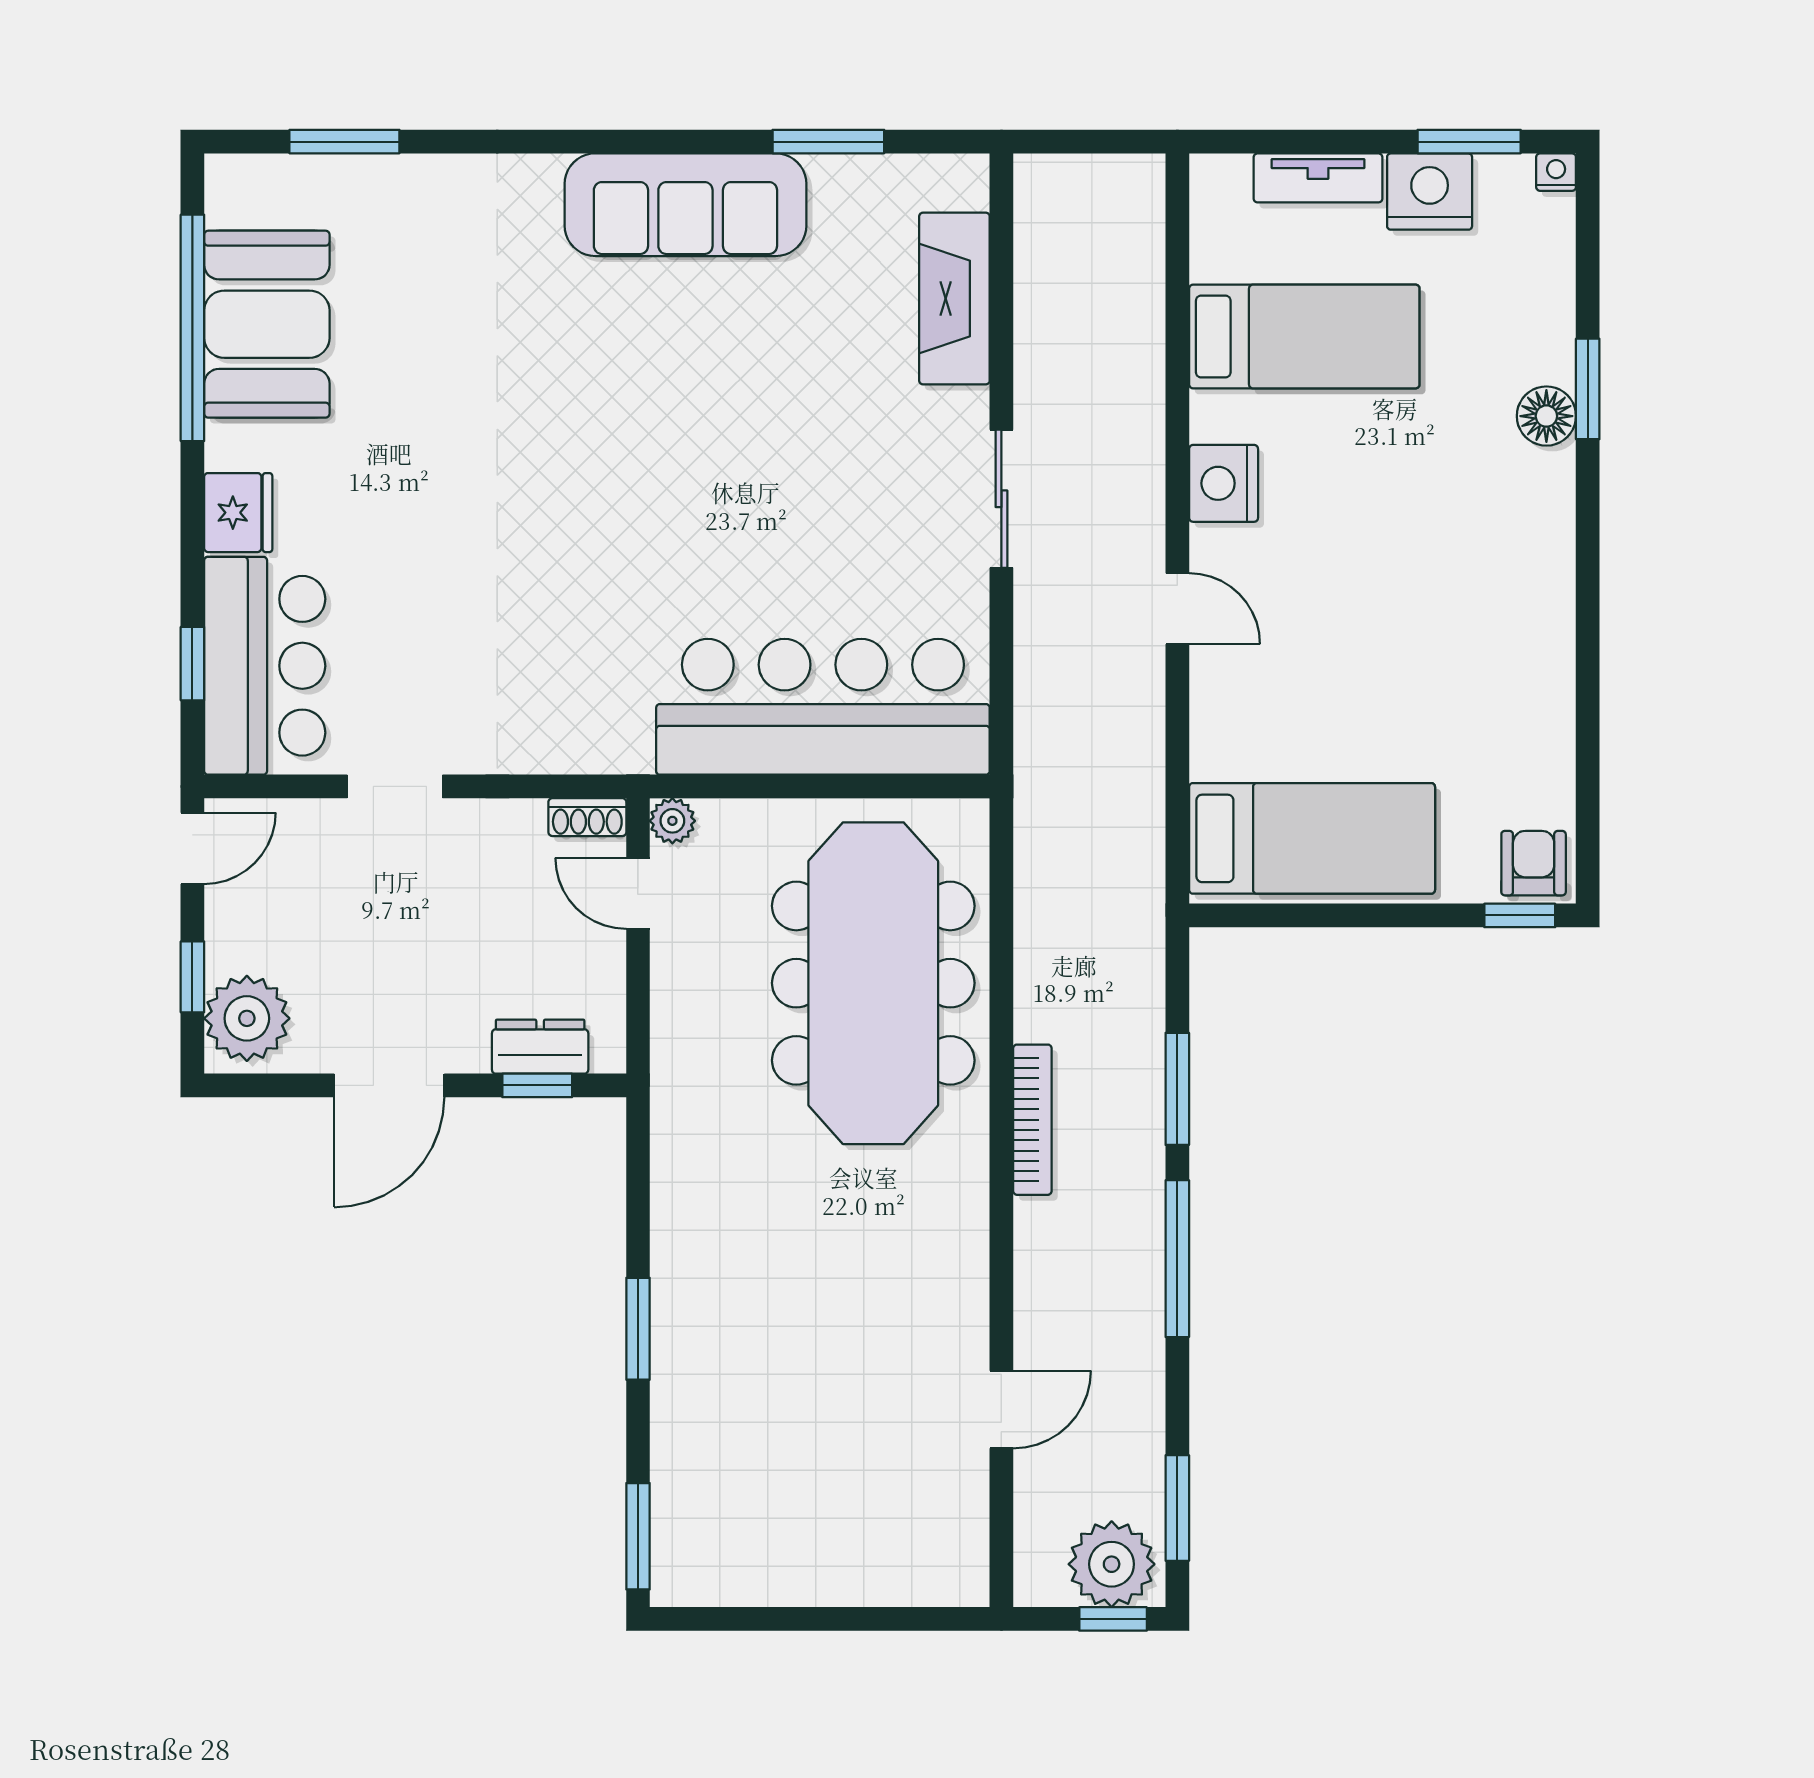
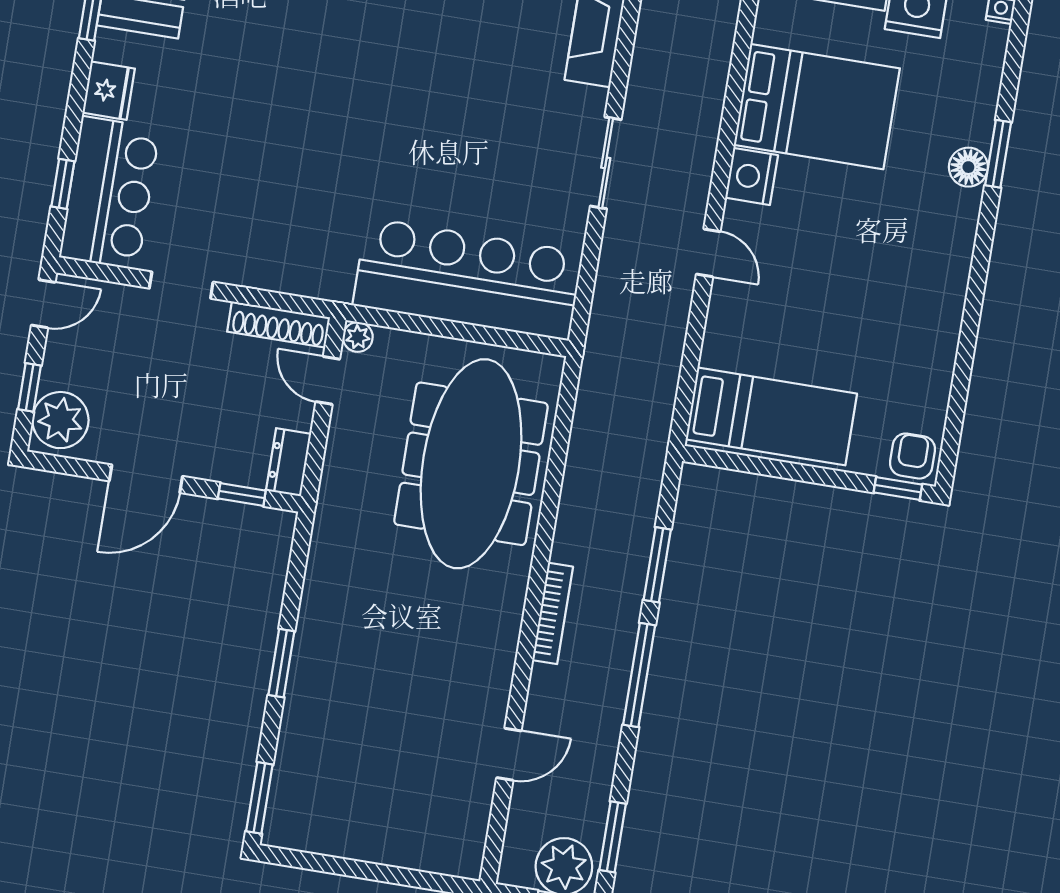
bed: (1304, 337) -> (817, 107), width x1.50
shoe rack: (587, 817) -> (279, 325), width x1.94, depth x1.24
dresser: (540, 1047) -> (288, 462), moved, turned -90
bookcase: (1032, 1120) -> (553, 613), moved

